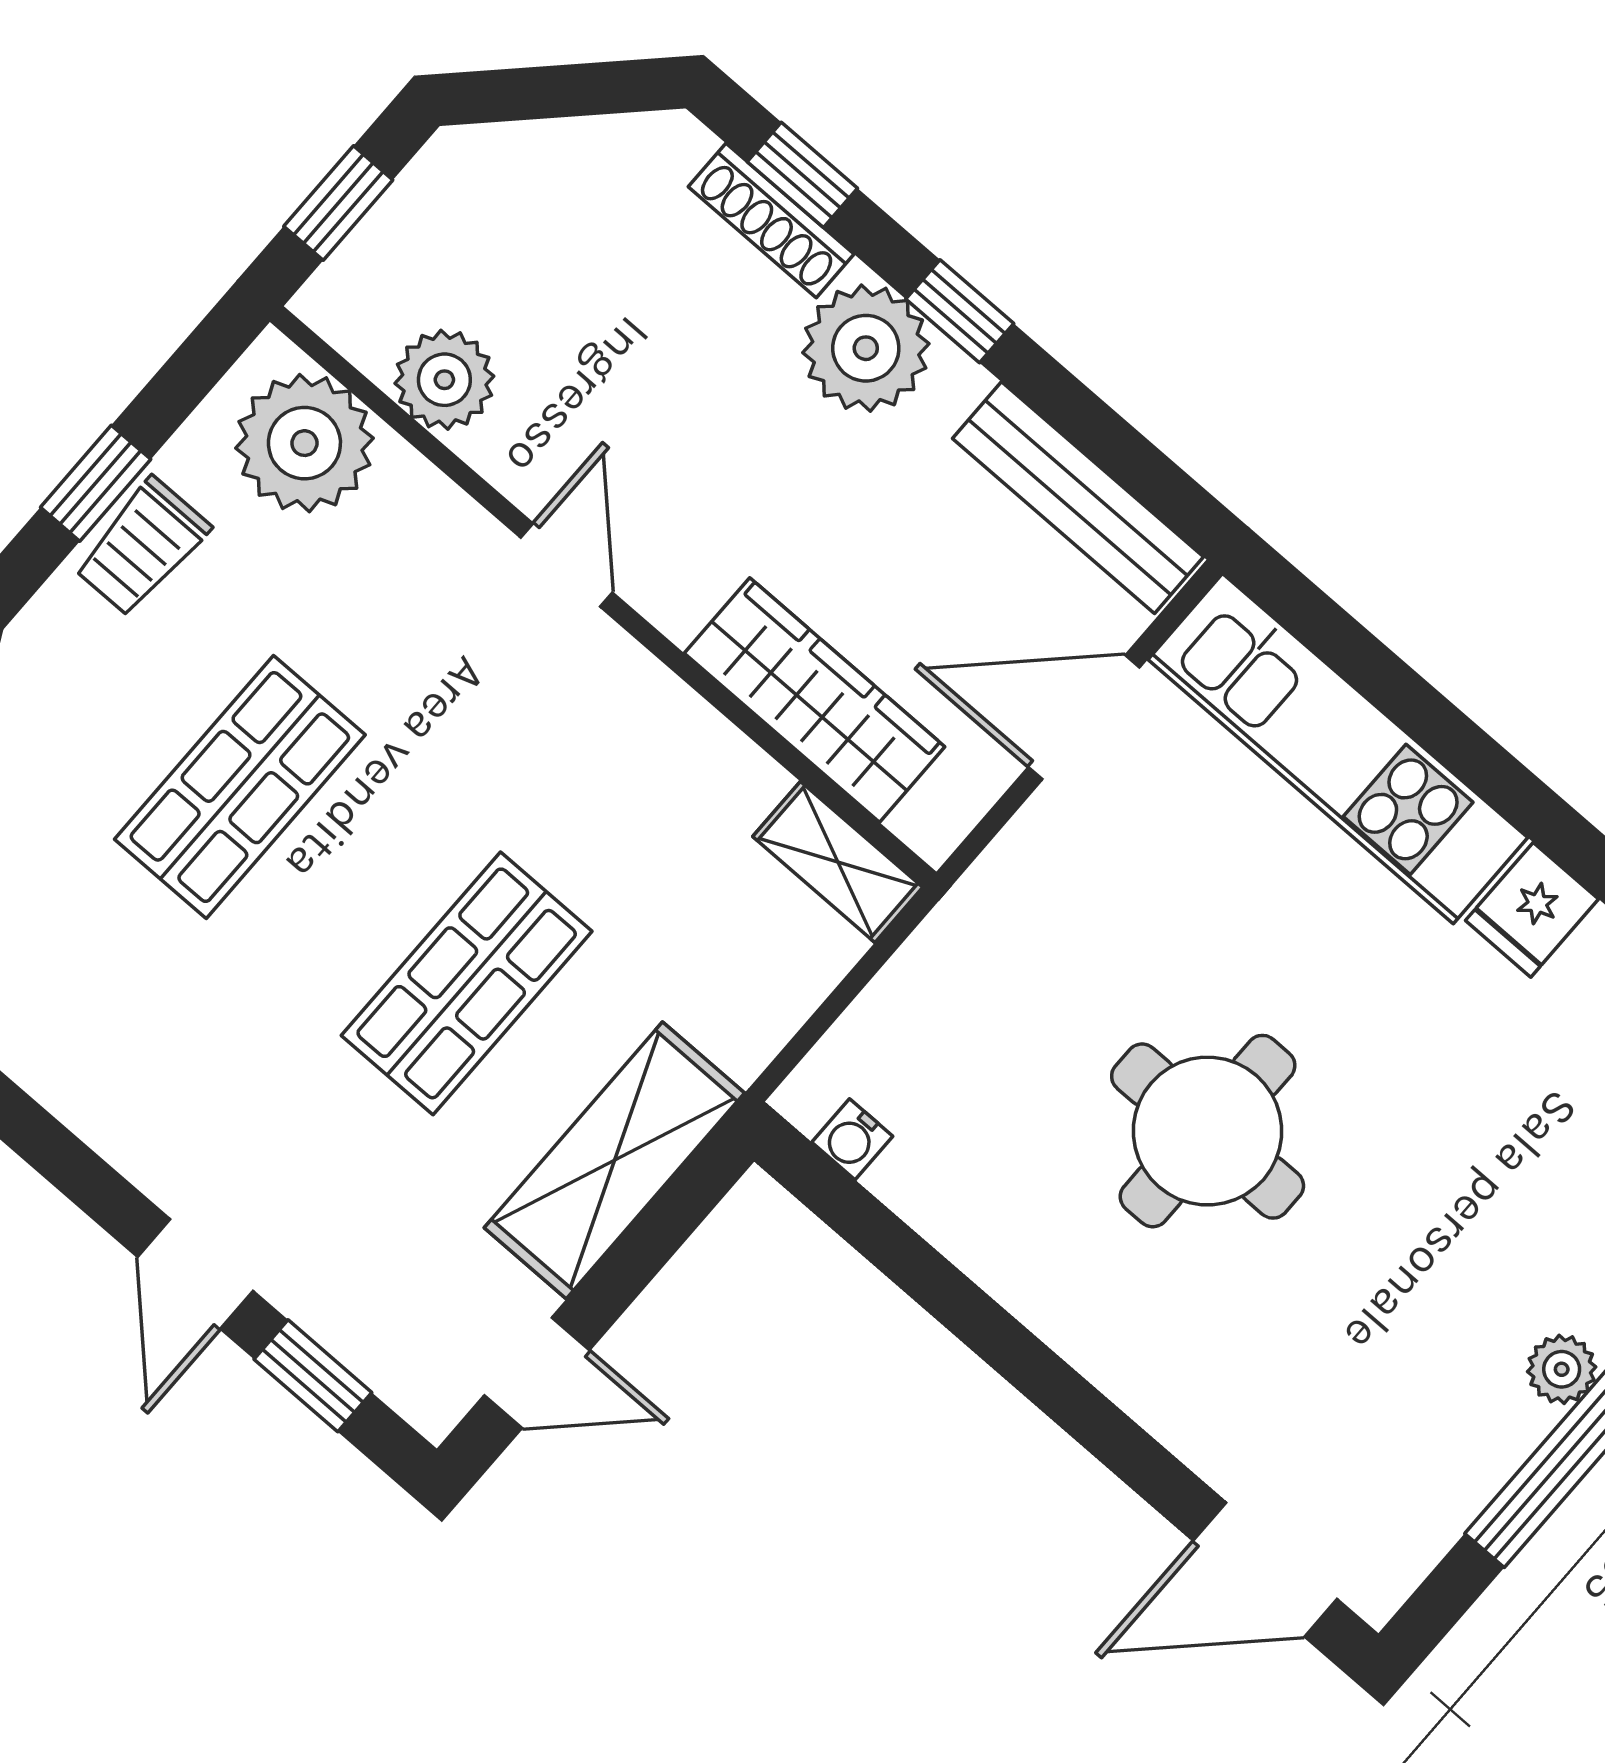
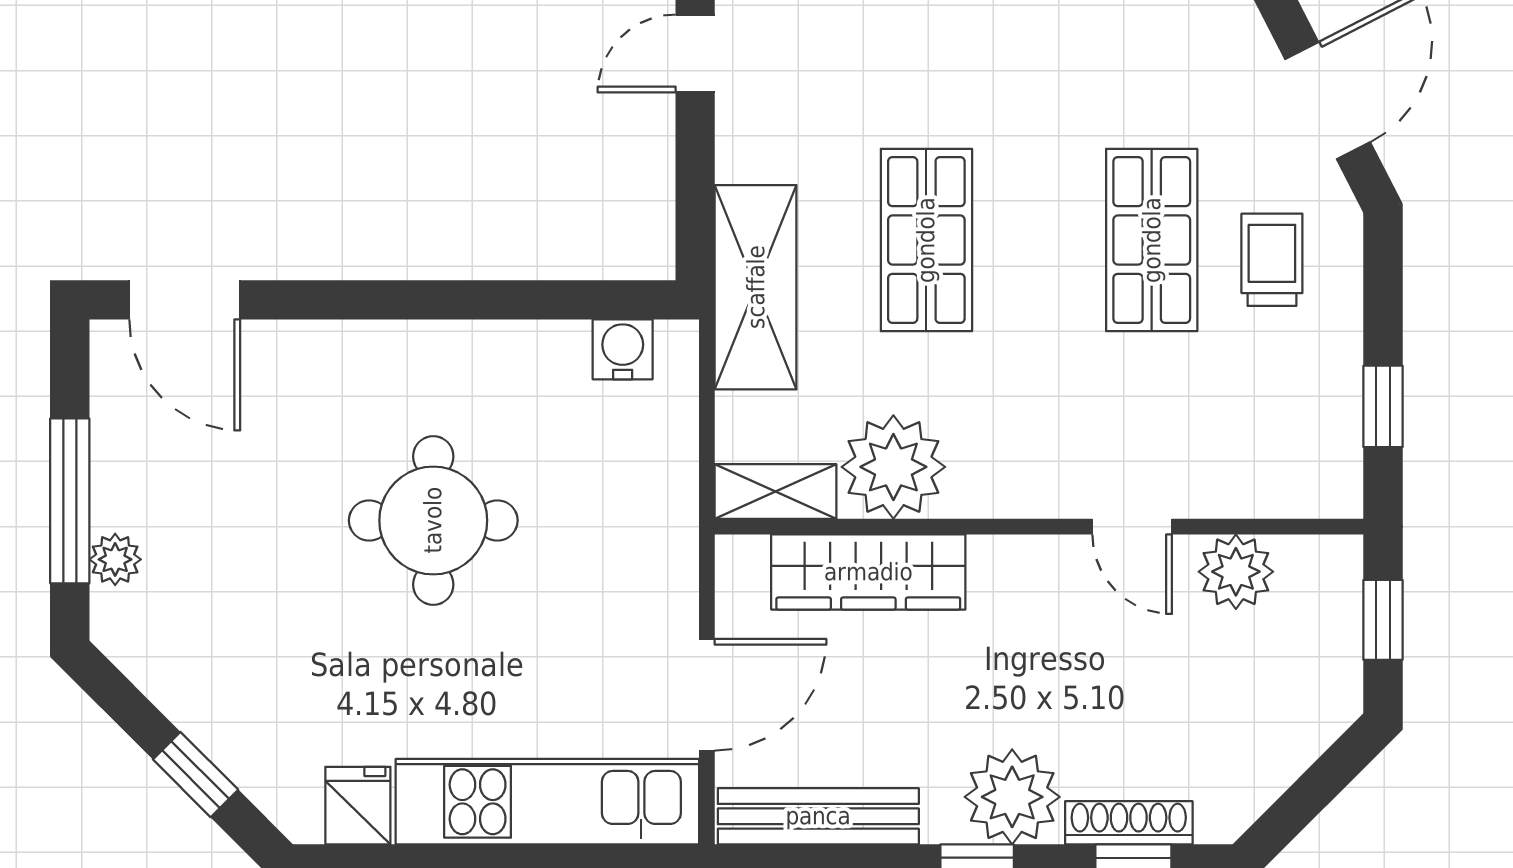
plant: (304, 443) -> (893, 467), moved
window: (96, 483) -> (1383, 406), moved
trolley: (142, 547) -> (1272, 260), moved
door: (567, 565) -> (1132, 527), moved
water cooler: (852, 1139) -> (623, 349), width x1.38, depth x1.38
shelving: (614, 1160) -> (756, 287), moved
door: (1265, 1570) -> (185, 300), swing flipped

